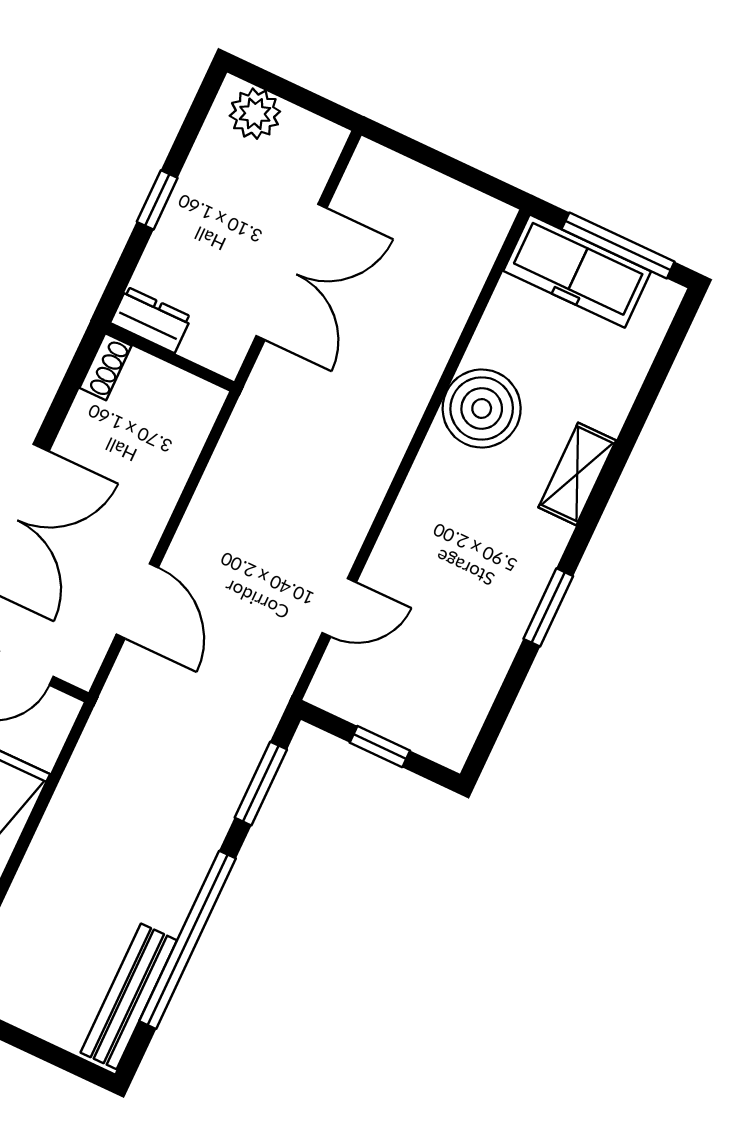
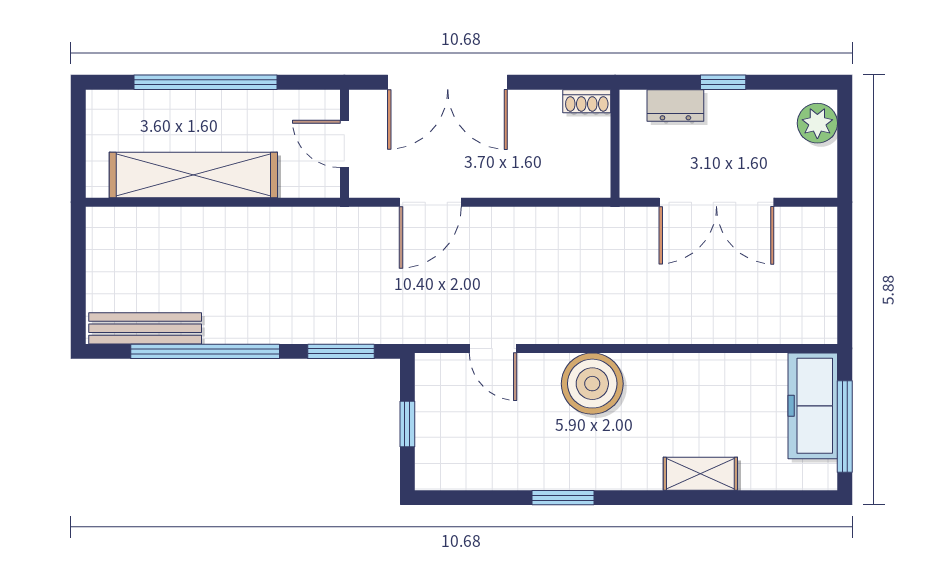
dresser: (151, 320) -> (675, 105), moved, turned 90
boiler: (482, 409) -> (592, 384), moved
shelving: (577, 474) -> (700, 474), moved

